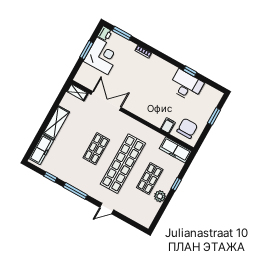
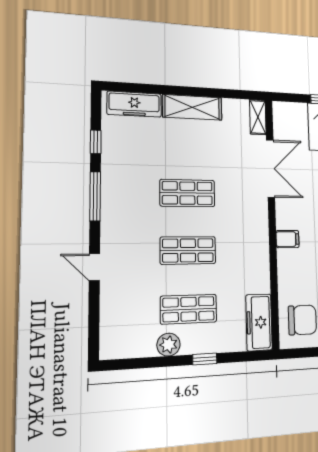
filing cabinet: (168, 126) -> (288, 239), moved
shop shelf: (123, 164) -> (188, 250), width x0.50, depth x0.74

